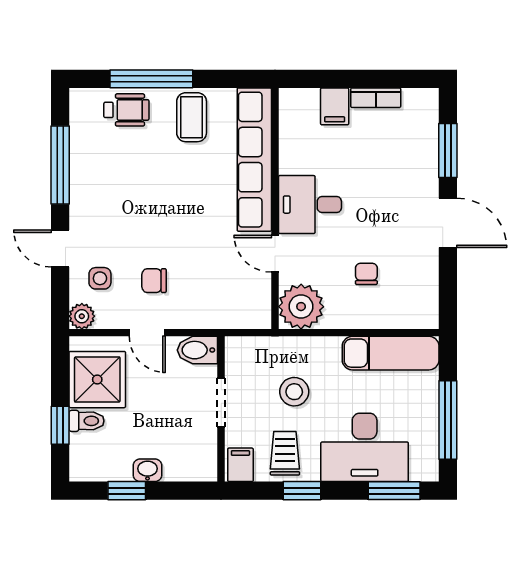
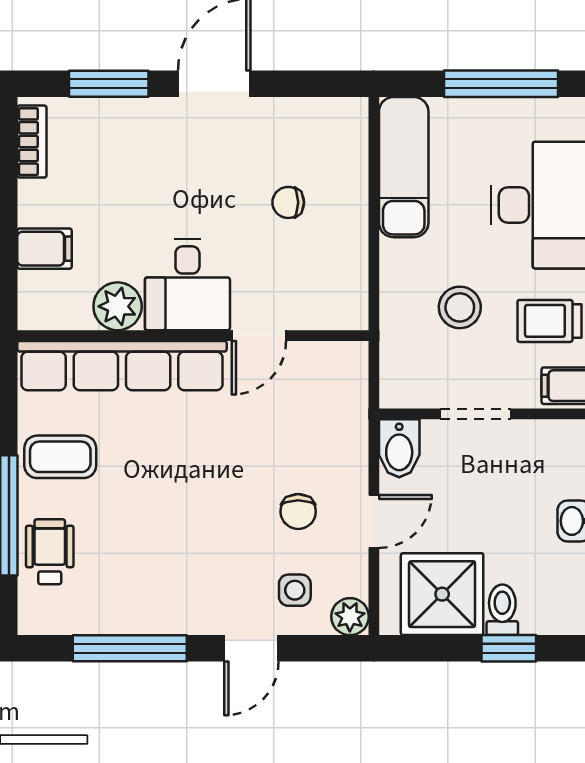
bookcase: (376, 98) -> (32, 142), moved
plant: (301, 307) -> (118, 306), moved, width x0.73, depth x0.73

